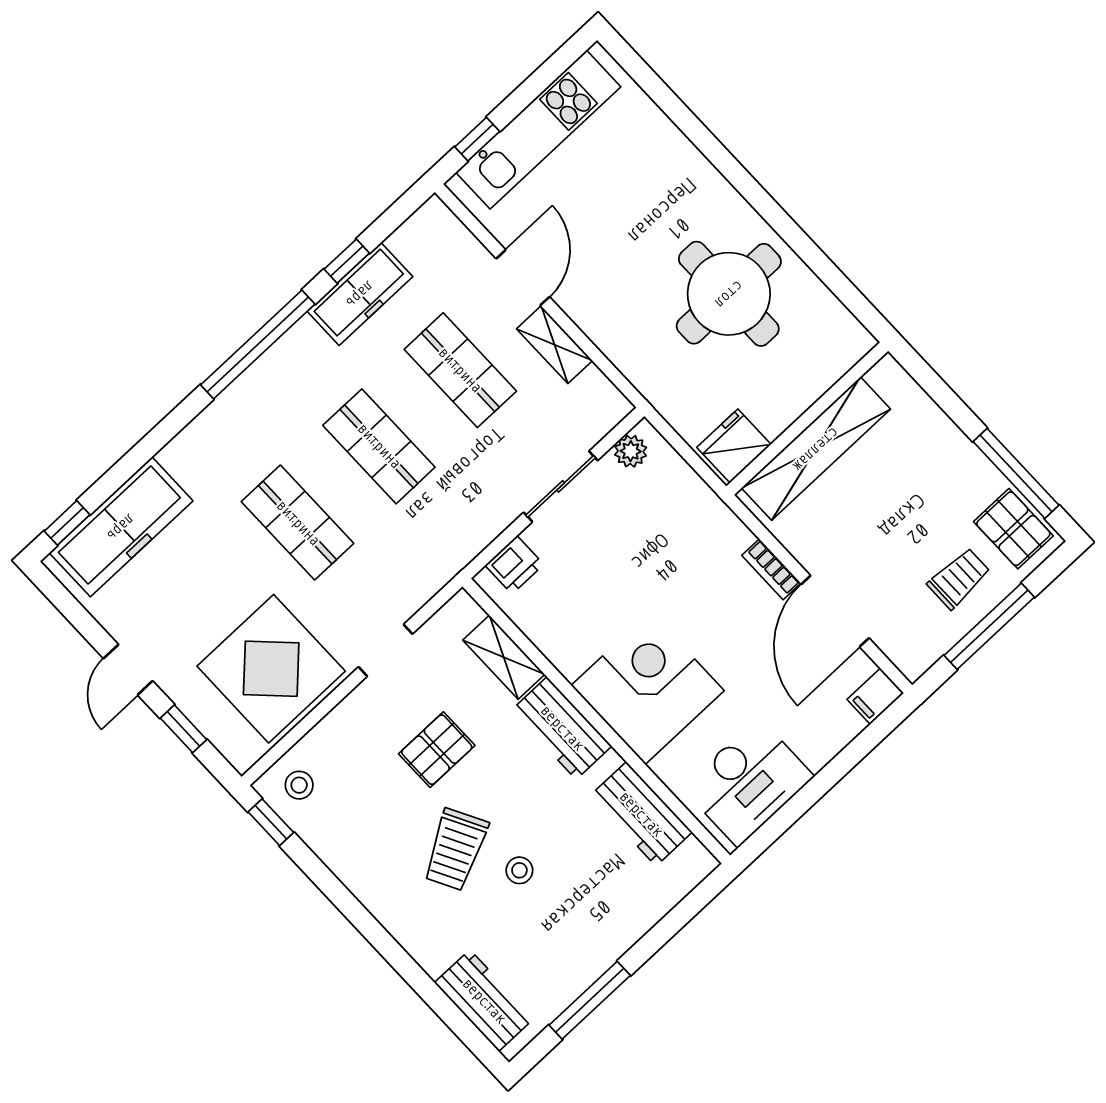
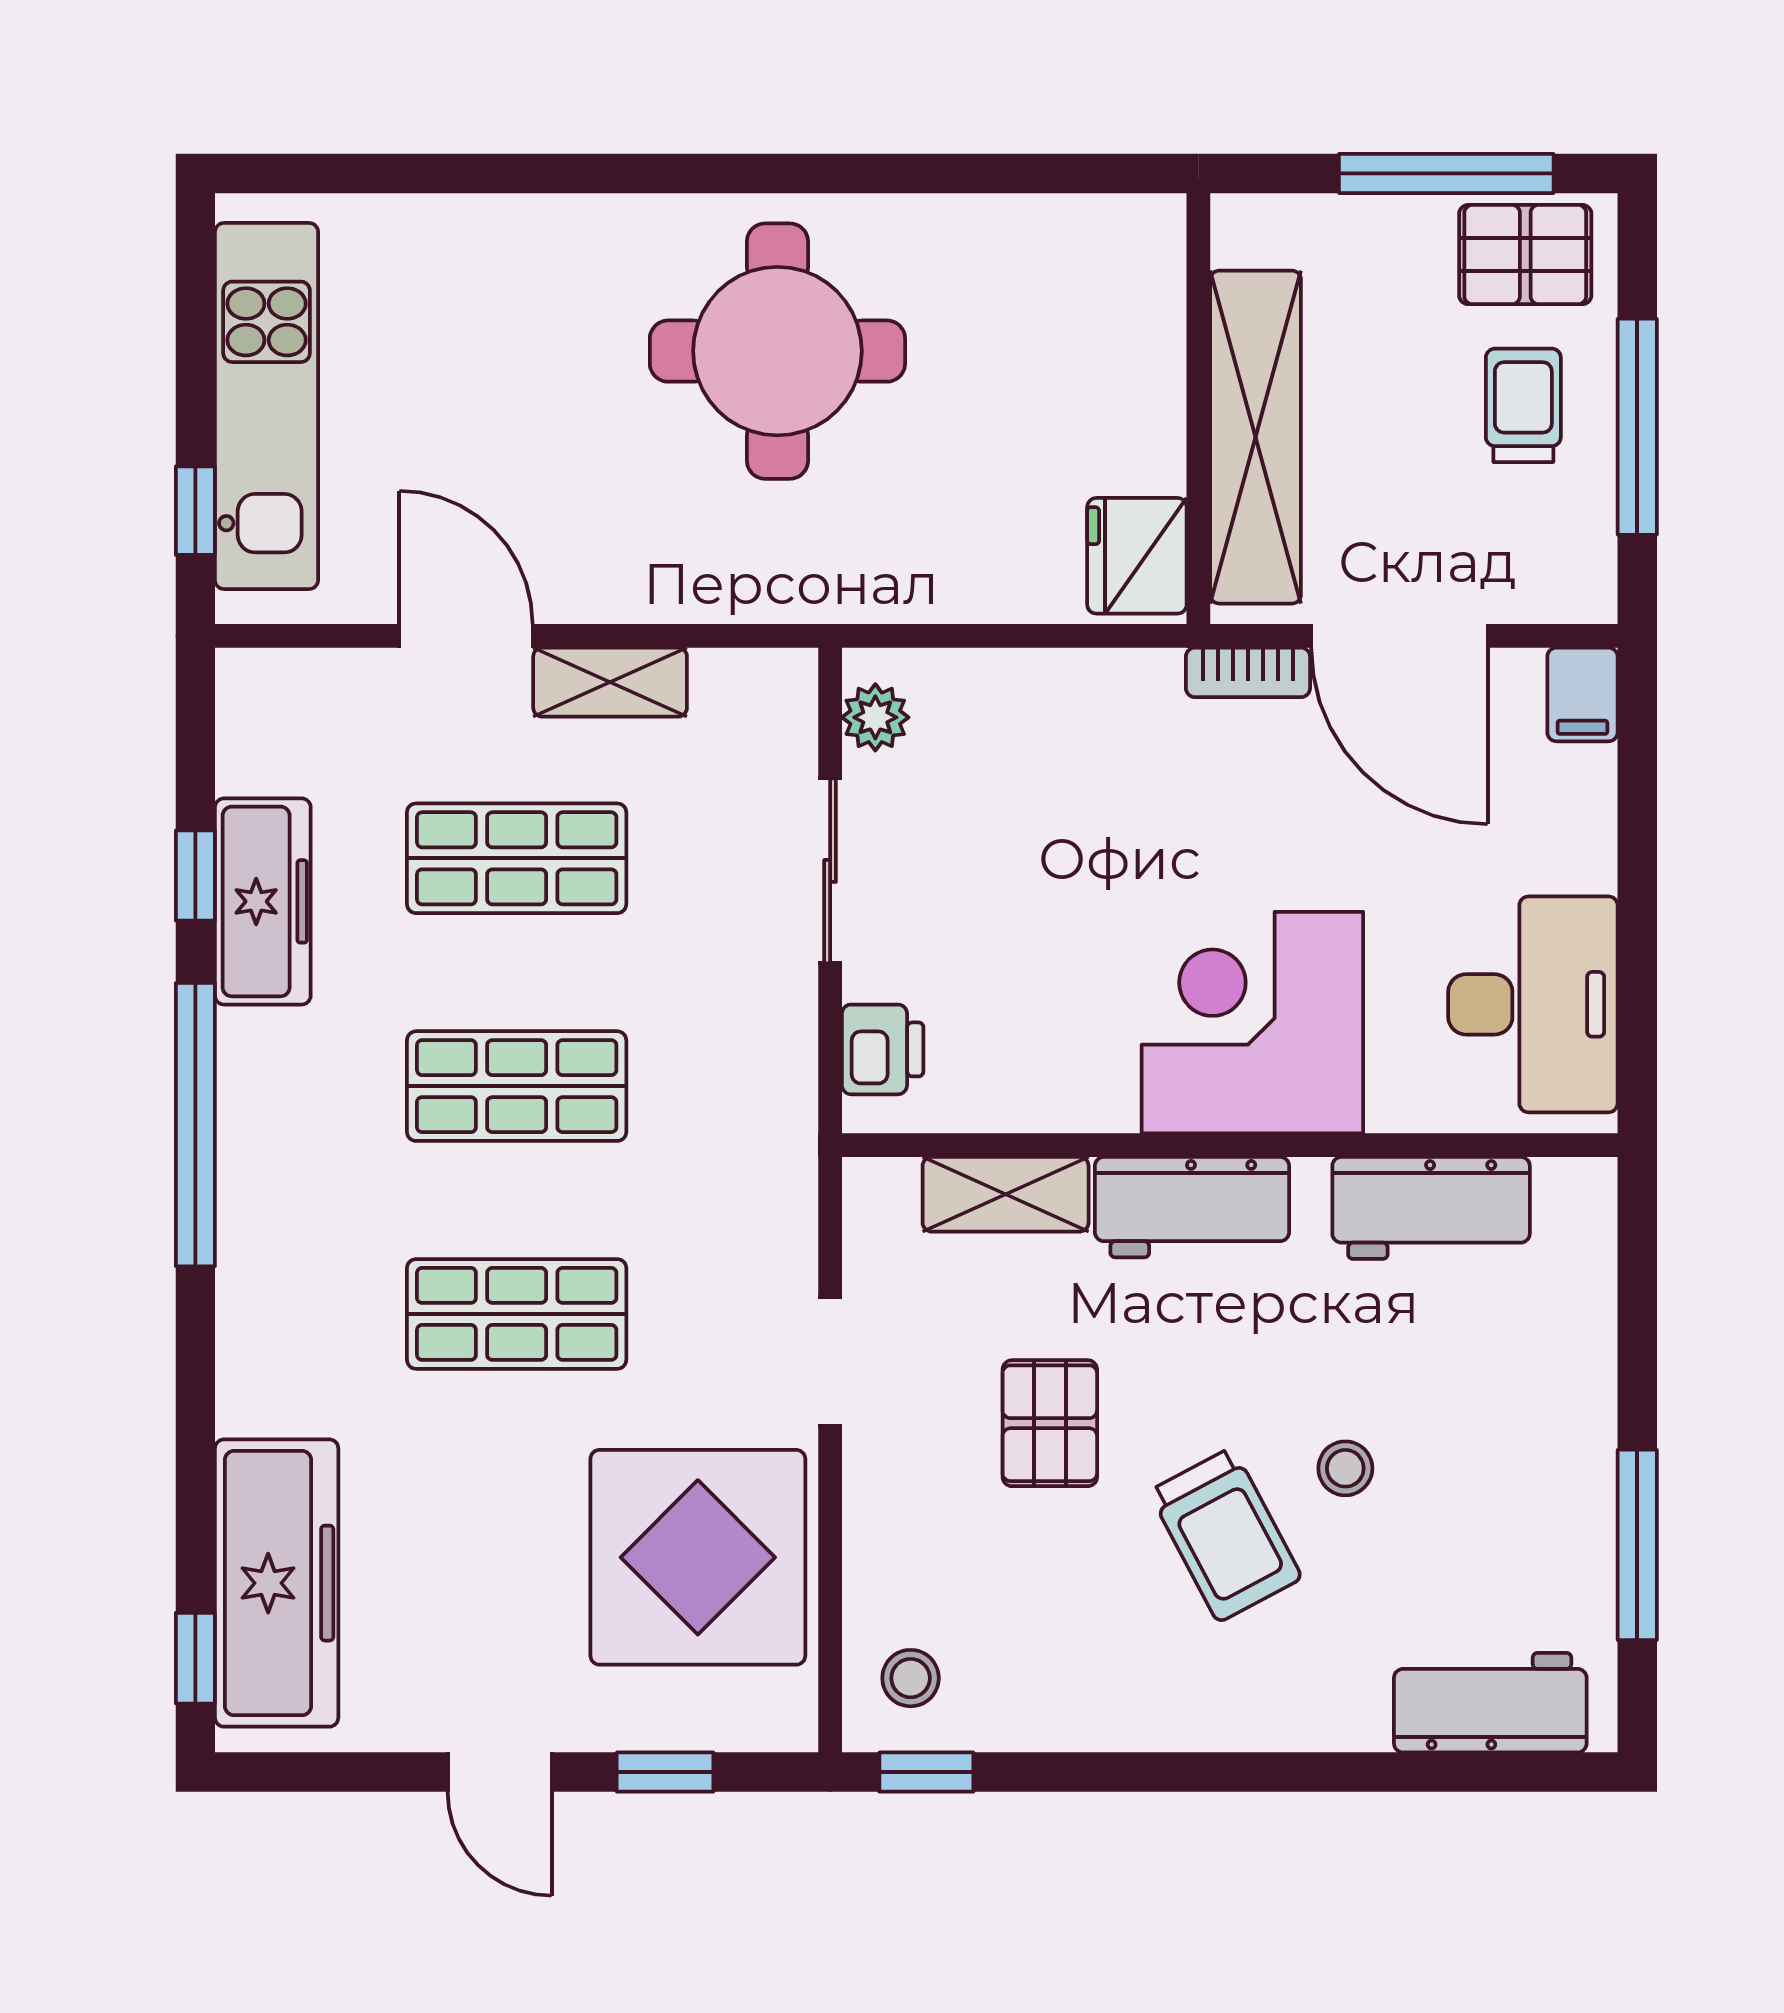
wall: (807, 419) -> (1198, 409), moved
fridge: (734, 446) -> (1137, 556), moved
shelving: (816, 449) -> (1256, 437), moved

